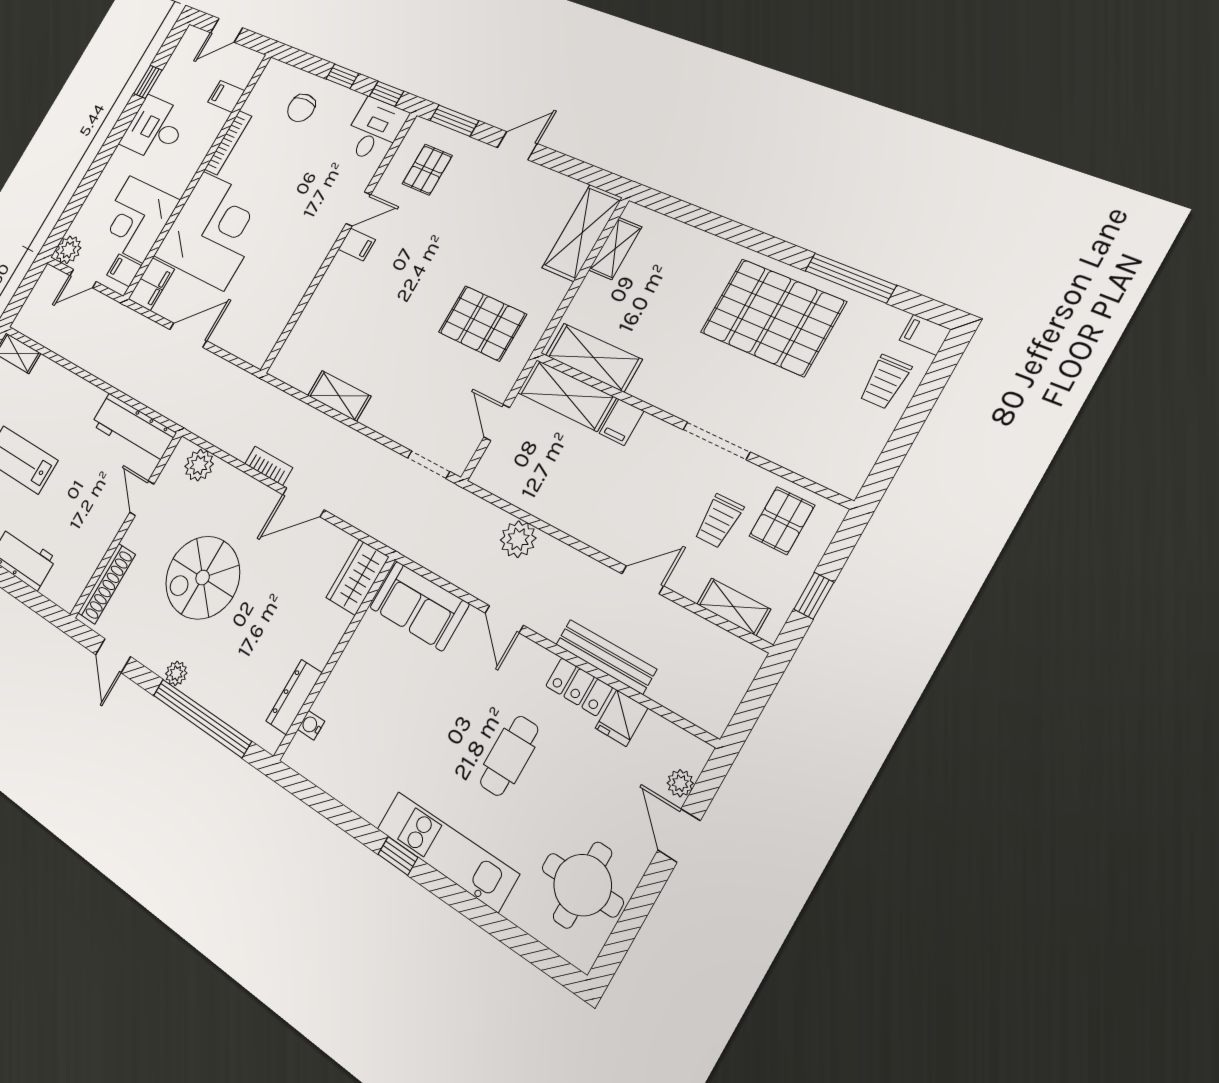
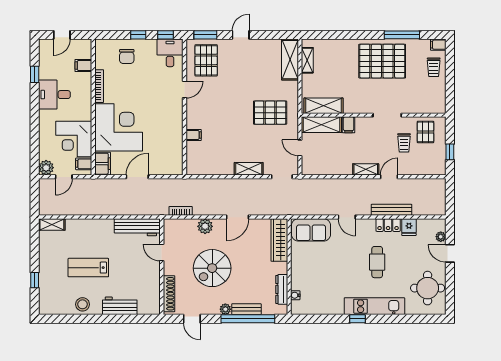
pallet: (427, 170) -> (206, 60), width x1.50, depth x1.42
filing cabinet: (357, 245) -> (194, 135), moved
shelving: (339, 396) -> (249, 169), moved
plant: (199, 465) -> (205, 226), moved
bookcase: (269, 466) -> (181, 211), moved
plant: (518, 539) -> (335, 186), removed
wardrobe: (357, 577) -> (279, 240), width x1.50
shelving: (734, 607) -> (366, 169), moved
bench: (211, 697) -> (246, 309), added

